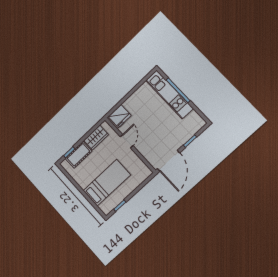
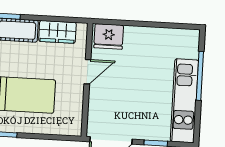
kitchen unit: (169, 94) -> (184, 101), moved

